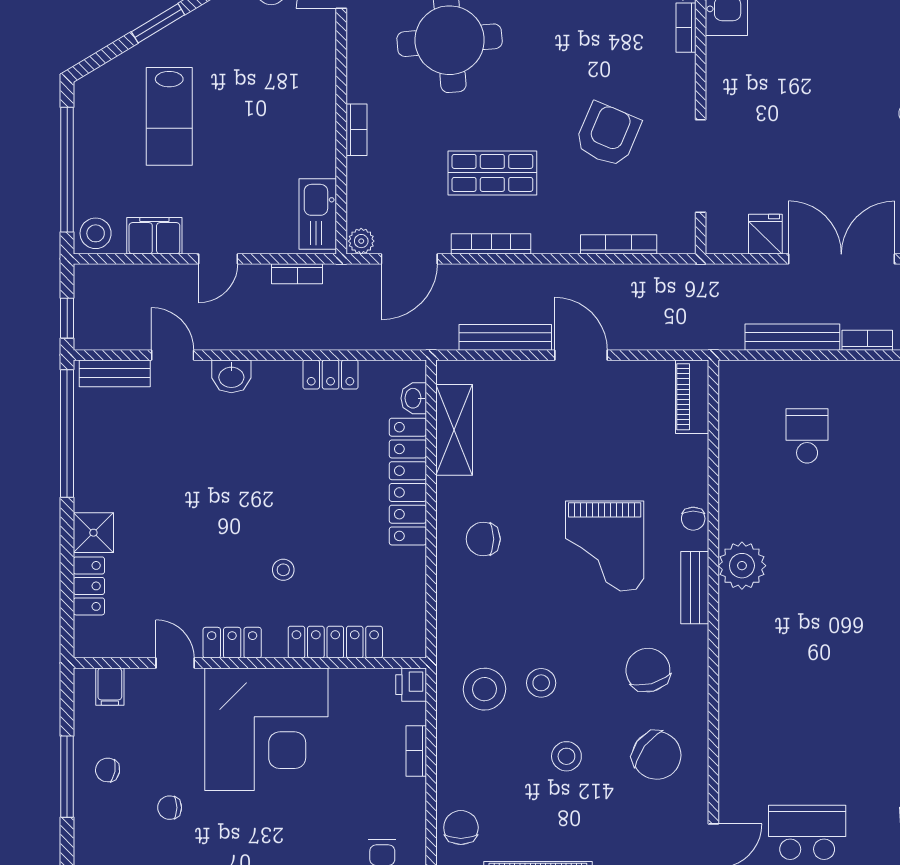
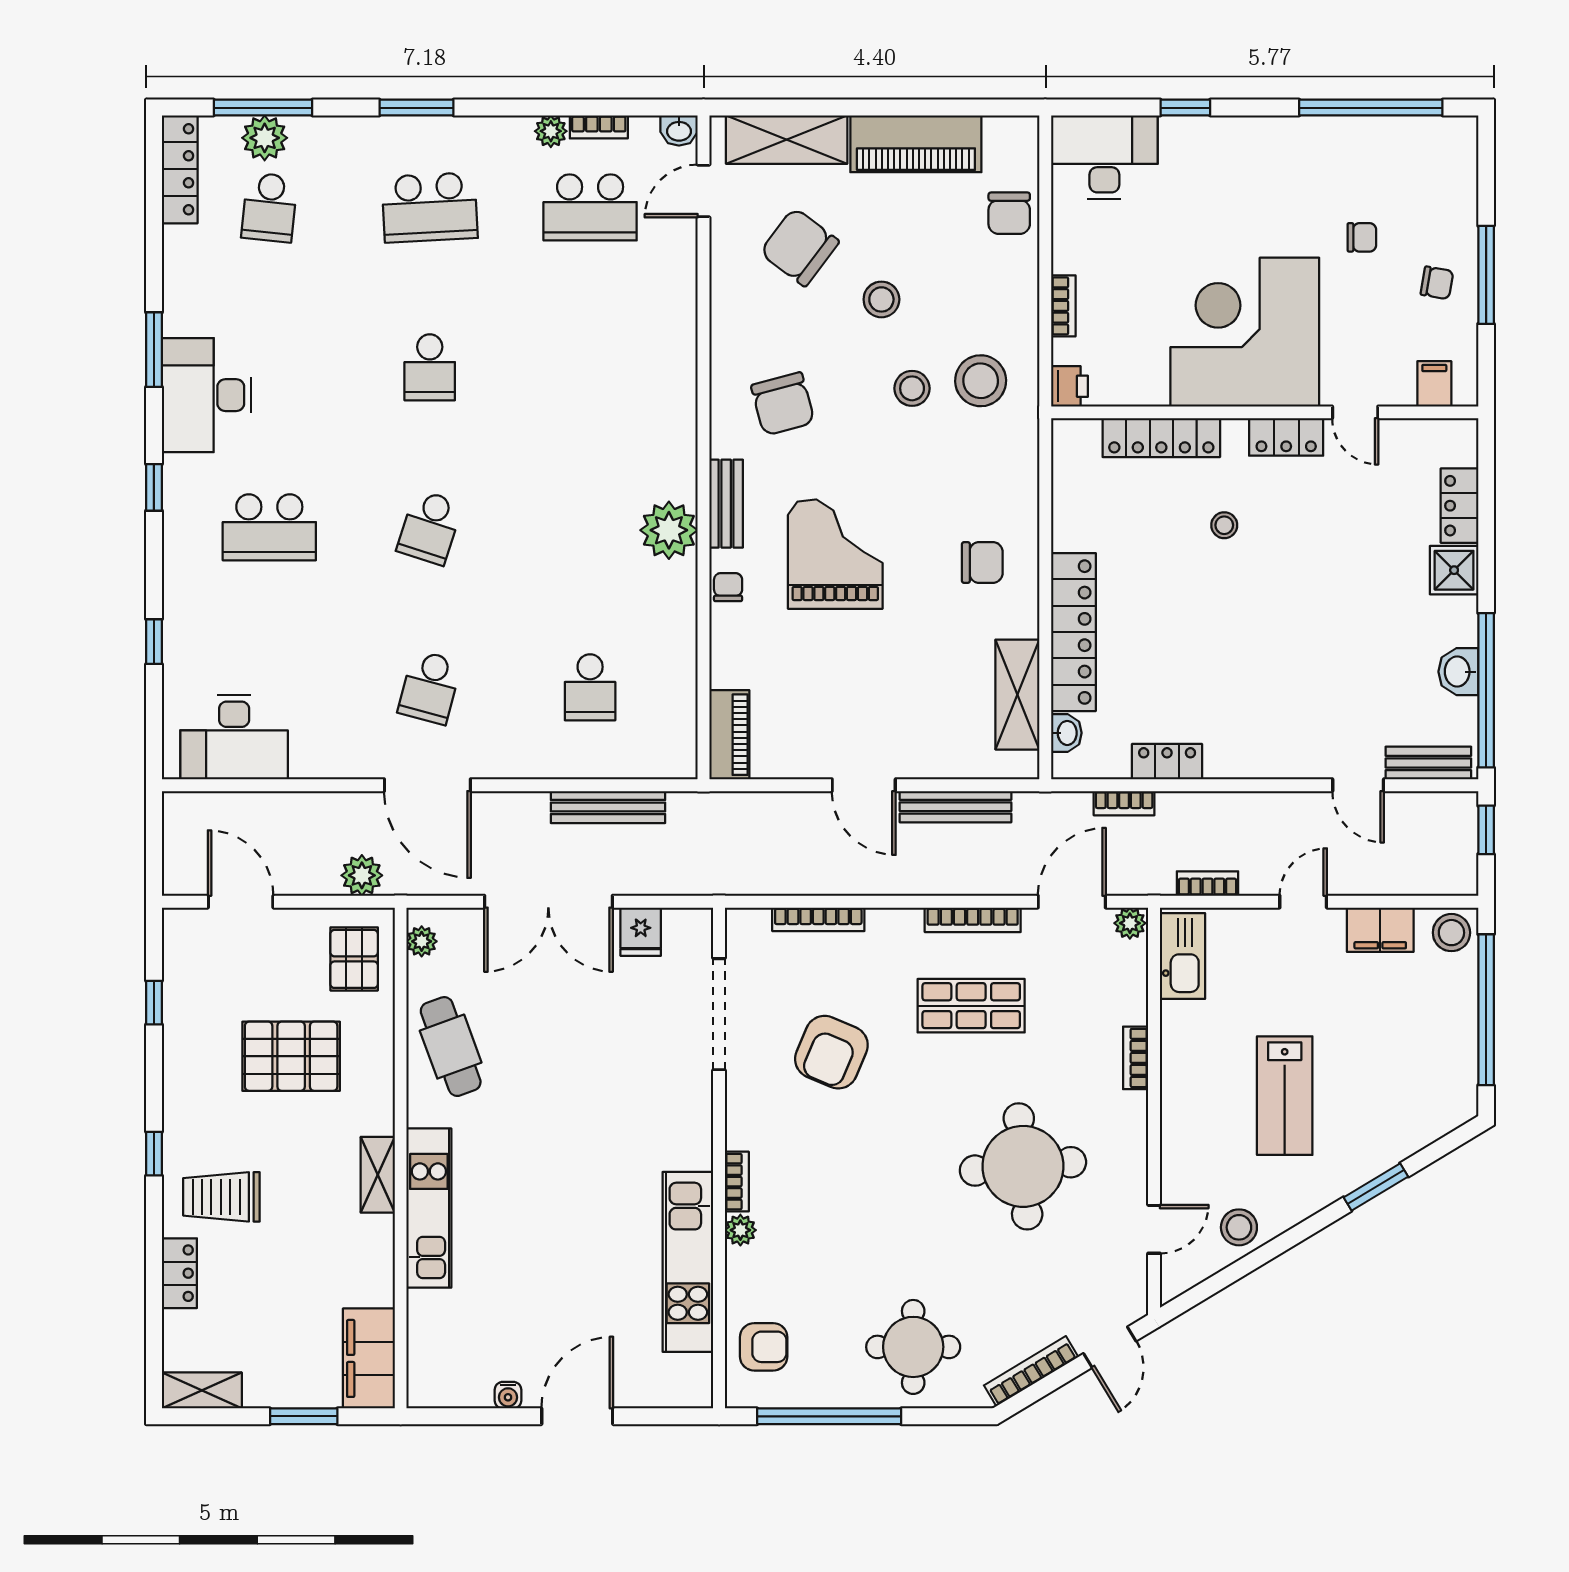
lab bench: (169, 116) -> (1285, 1096), moved, turned 180
bookcase: (867, 340) -> (1124, 803), moved
washbasin: (231, 376) -> (1458, 672), moved, turned -90
chair: (657, 755) -> (799, 247), moved

